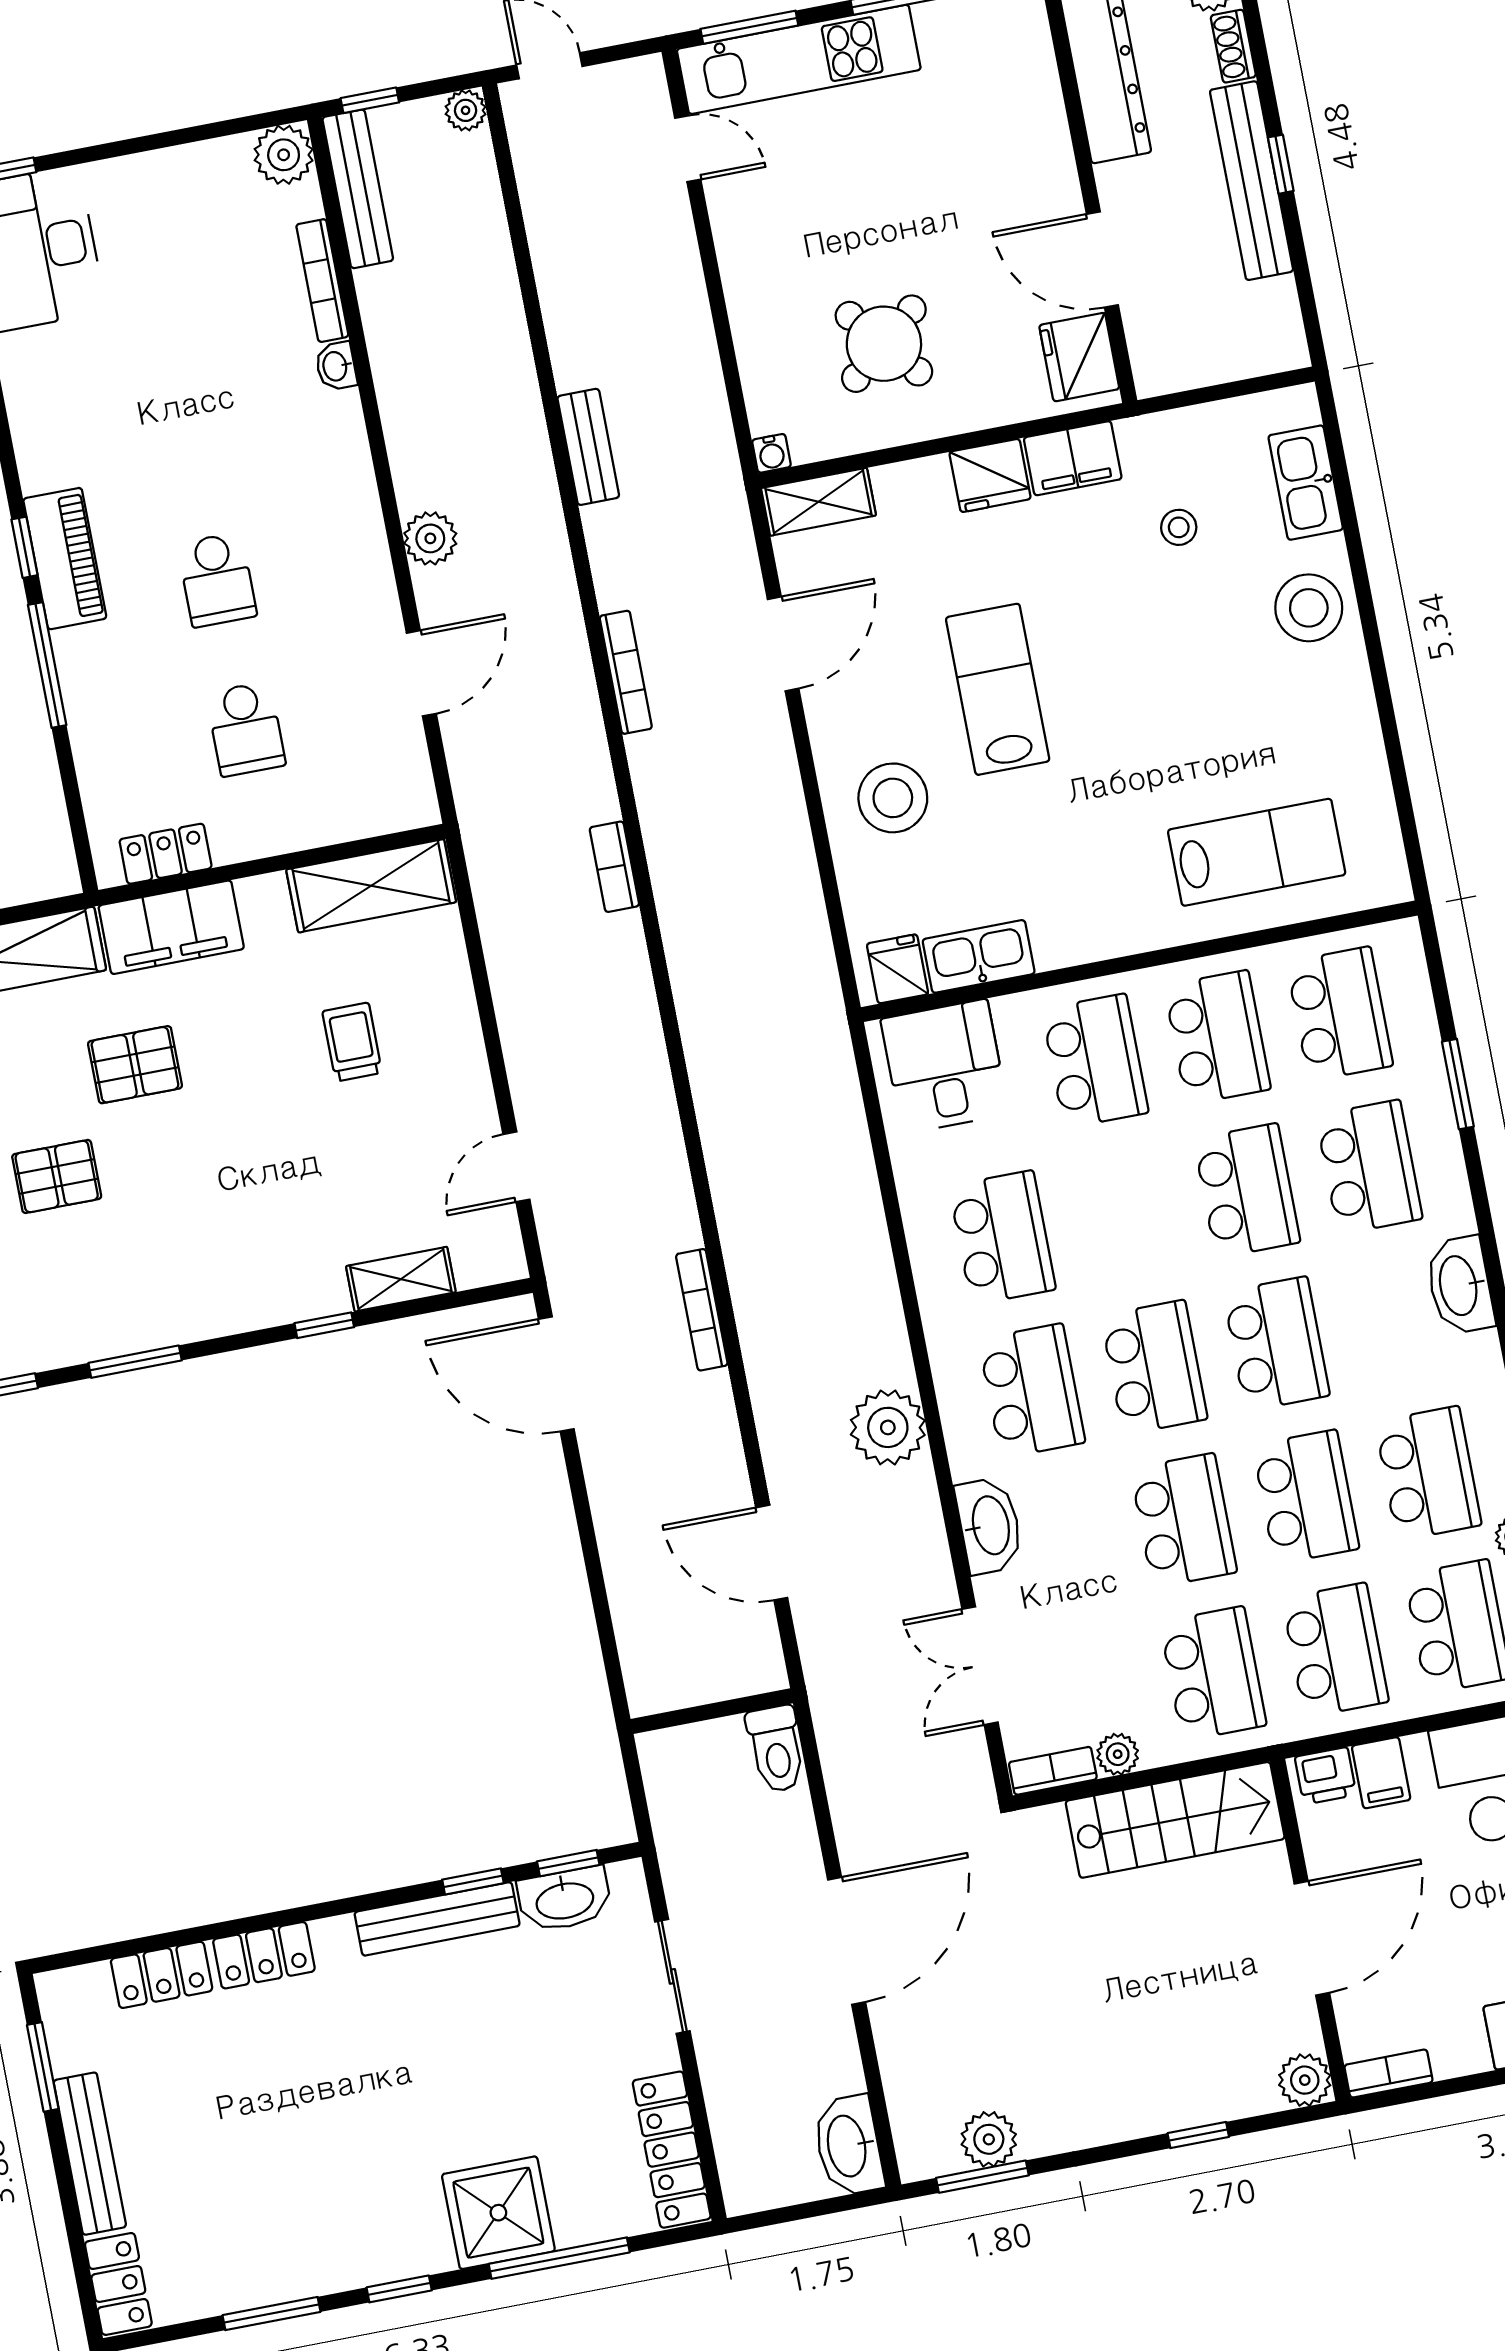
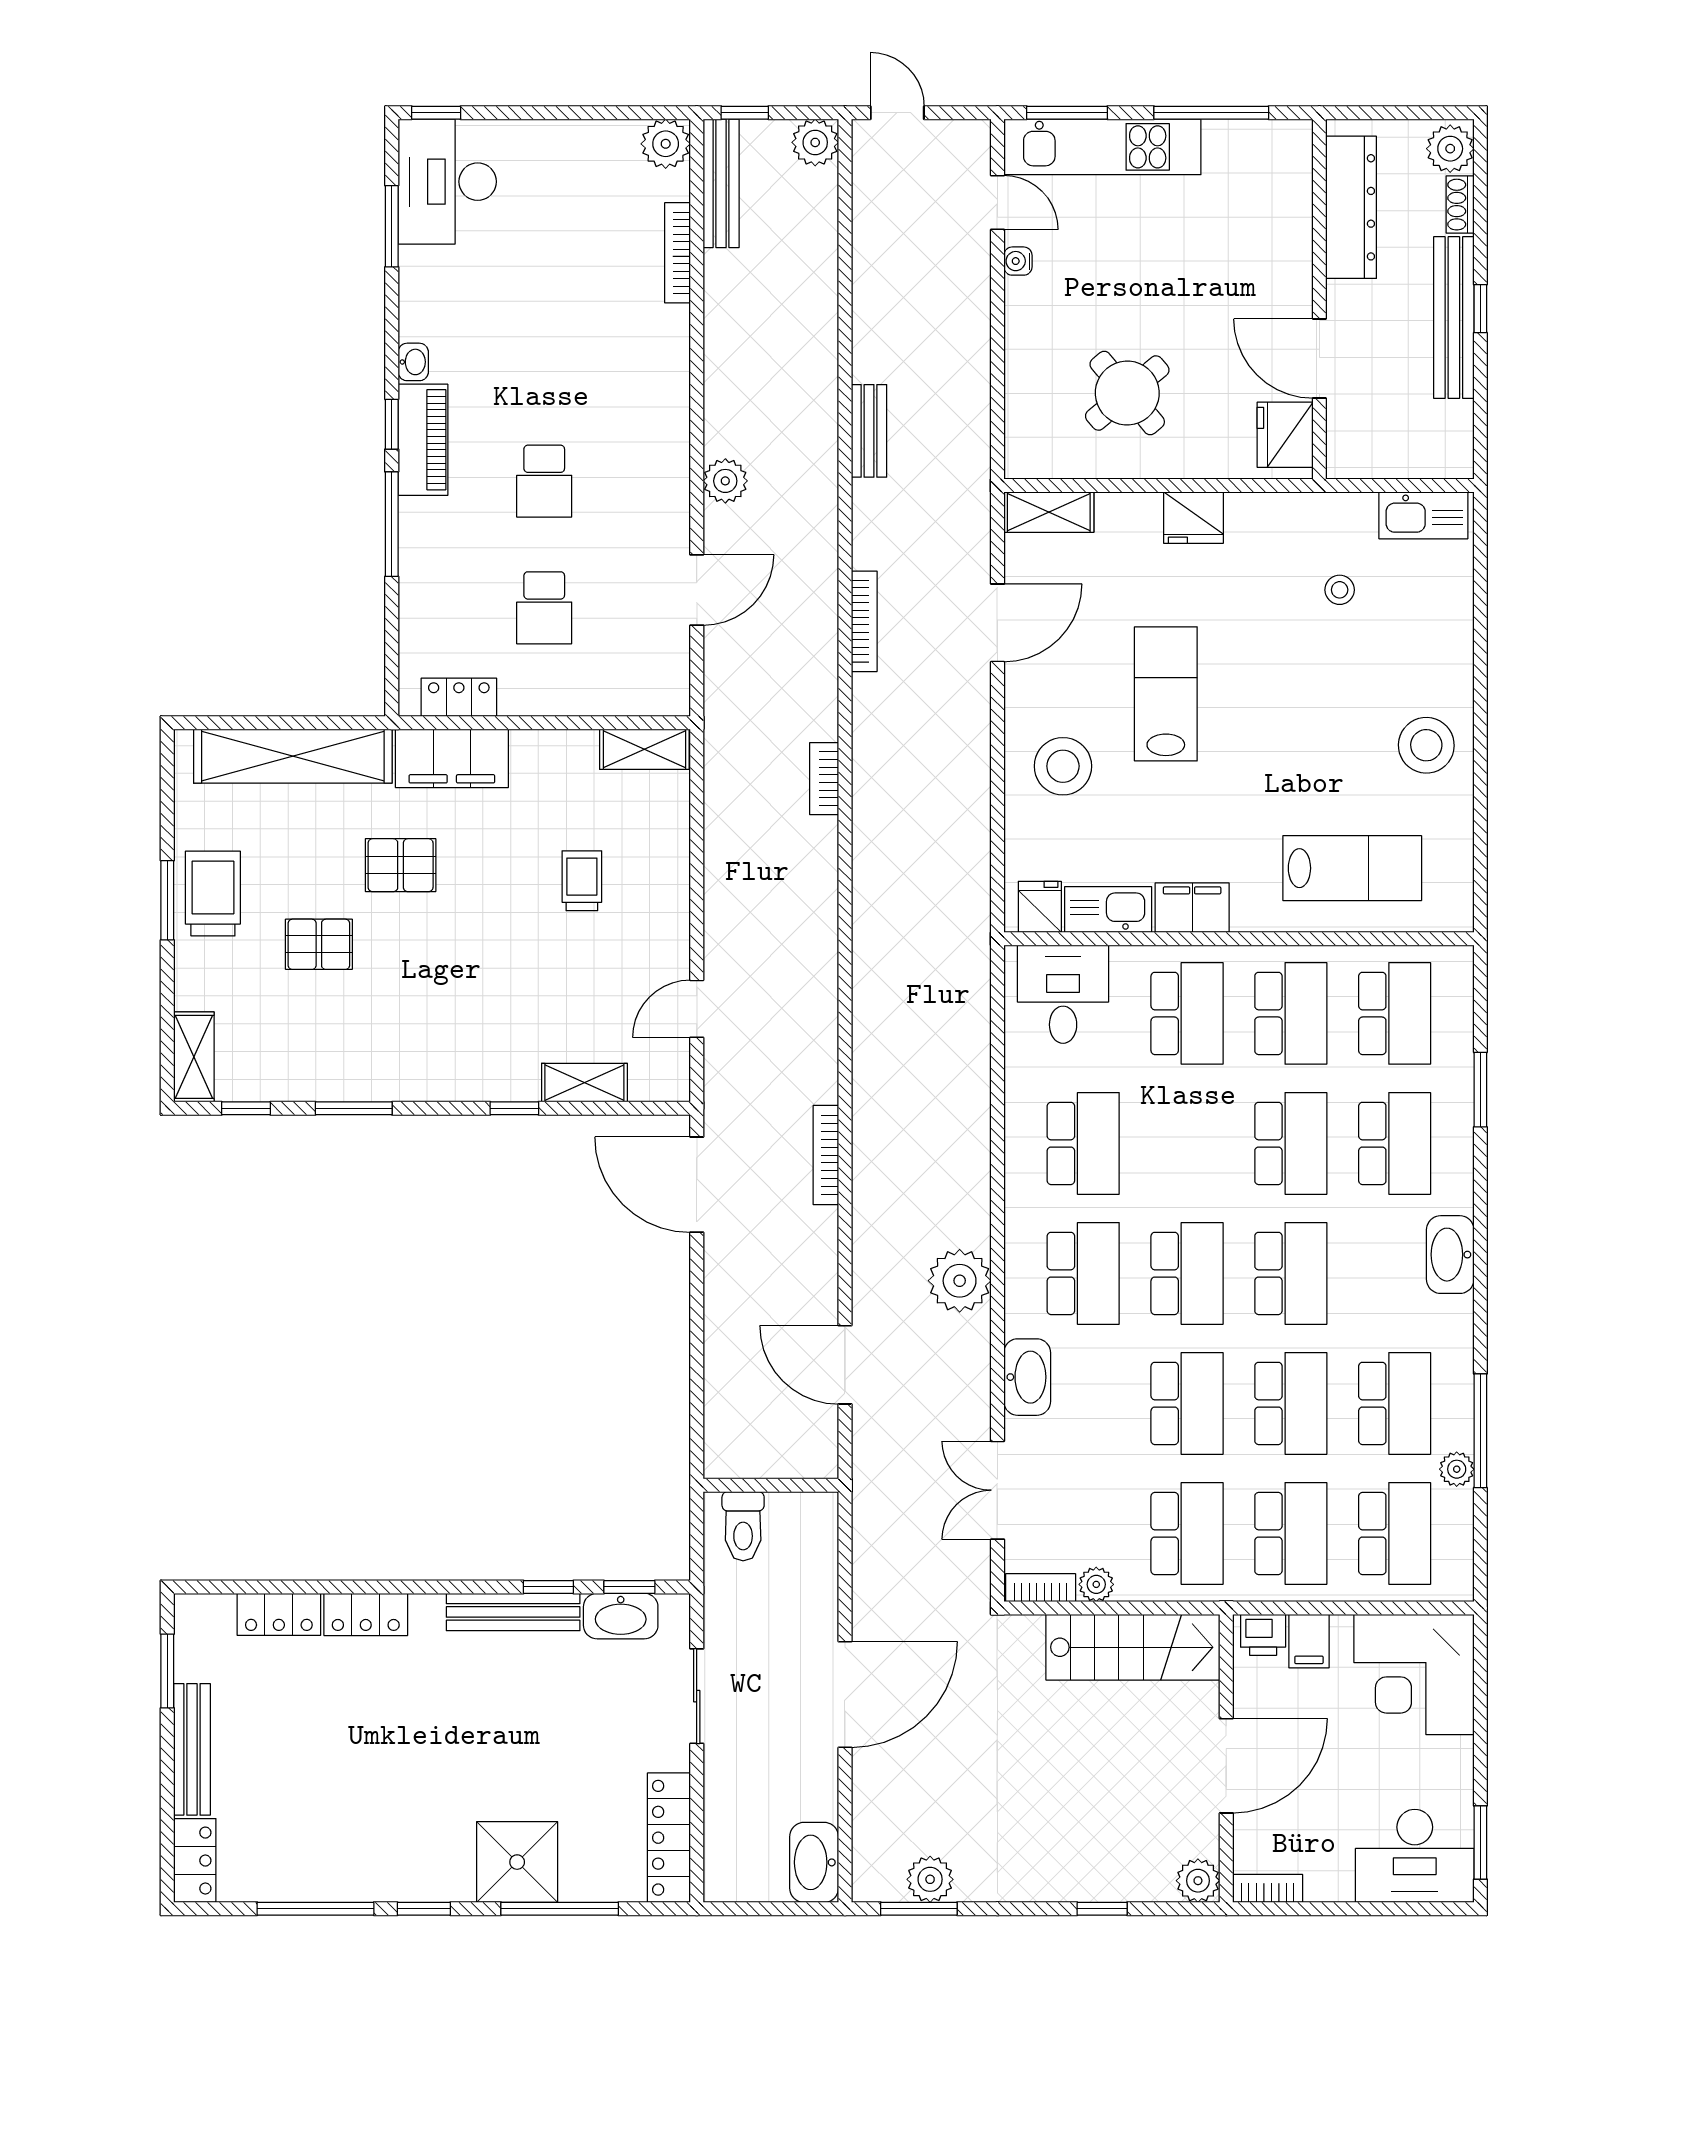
plant: (466, 110) -> (815, 142), width x1.38, depth x1.38
washbasin: (336, 366) -> (413, 362), moved, turned 180
water cooler: (771, 453) -> (1018, 261), moved, turned 90
filing cabinet: (1073, 458) -> (1192, 908), moved, turned 180
kitchen sink: (1306, 483) -> (1423, 515), moved, turned -90
stool: (1309, 608) -> (1426, 745), moved
shelving: (371, 886) -> (644, 749), width x0.67, depth x0.75
toilet: (776, 1749) -> (743, 1526), moved
window: (271, 2314) -> (315, 1909), width x1.44

